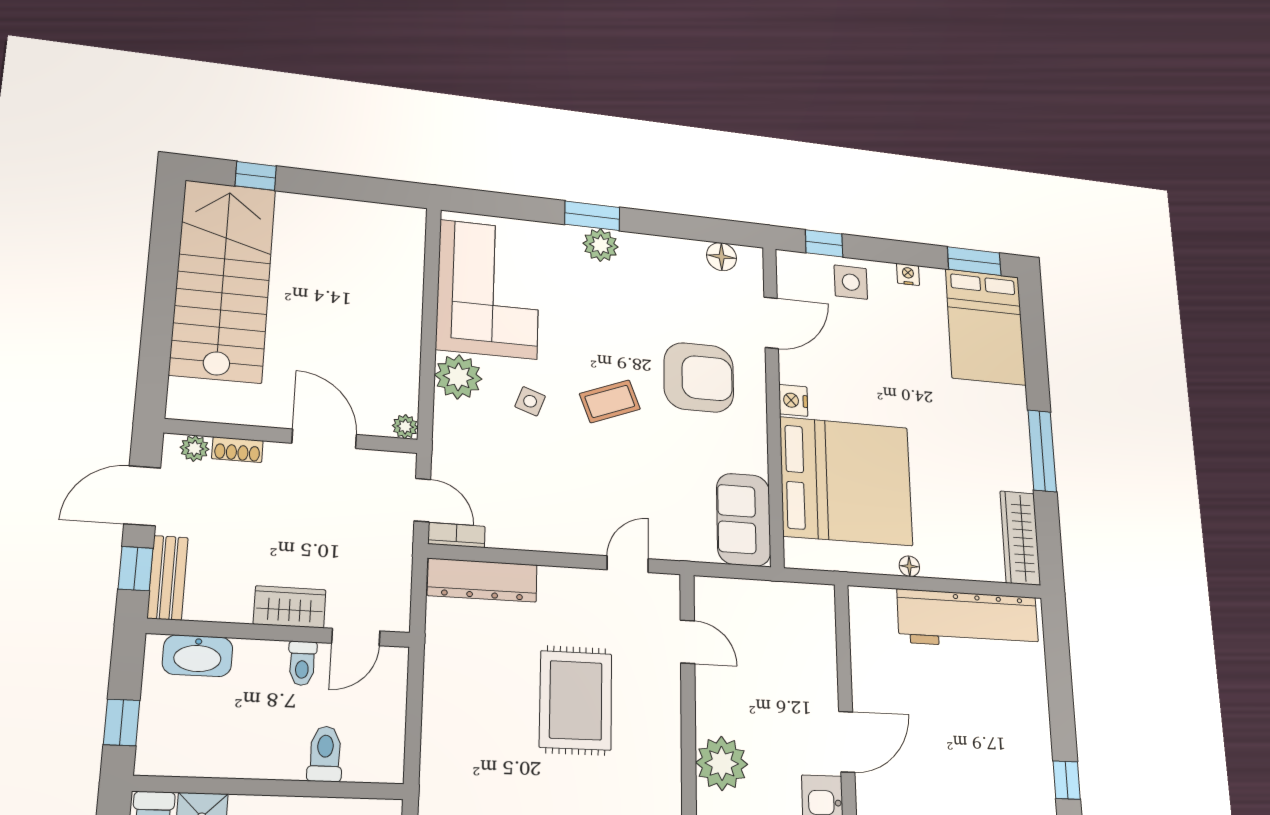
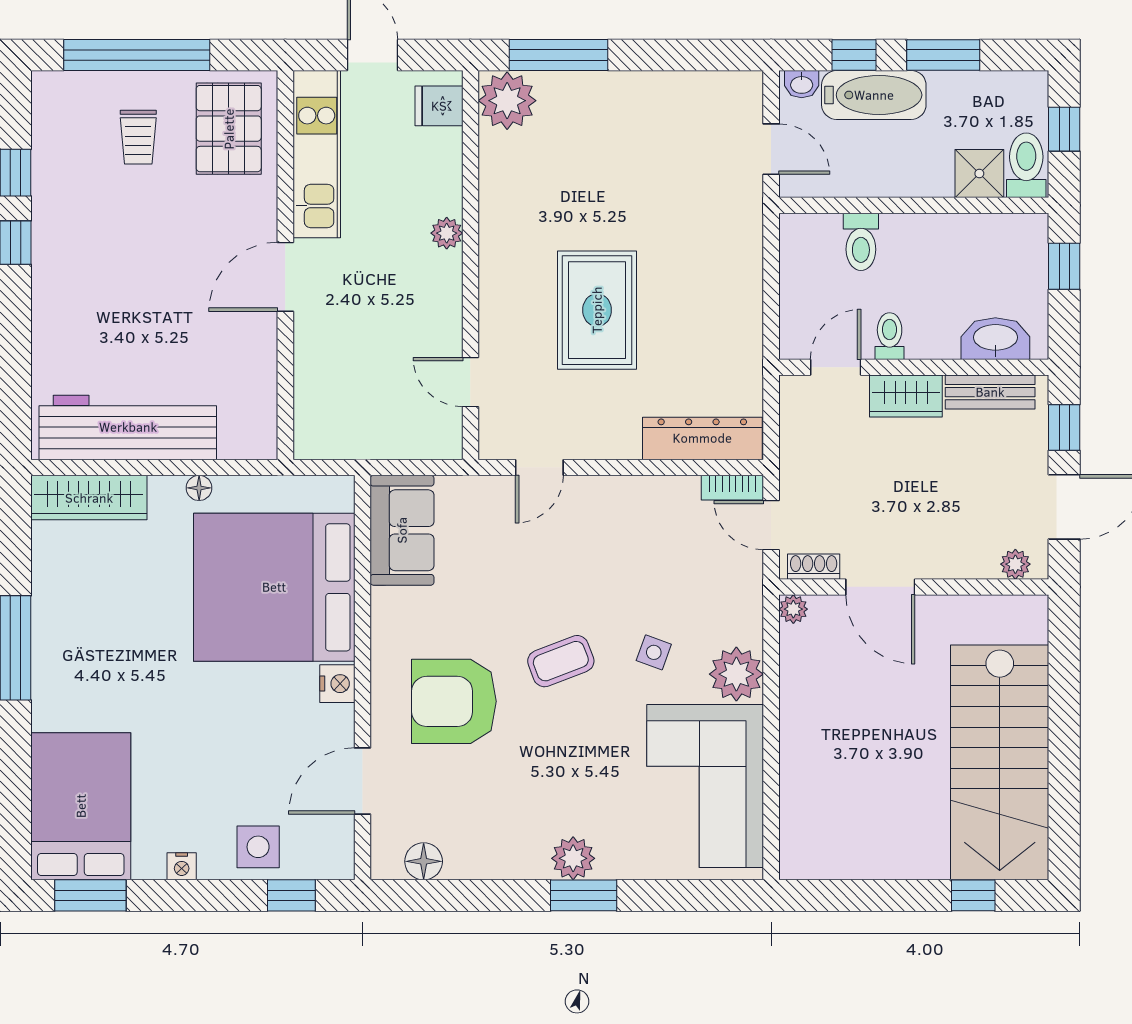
shoe rack: (237, 450) -> (814, 567), moved
wardrobe: (1020, 538) -> (89, 498), moved, turned 90
bench: (168, 578) -> (990, 392), moved, turned 90
plant: (722, 763) -> (447, 233), width x0.53, depth x0.53

